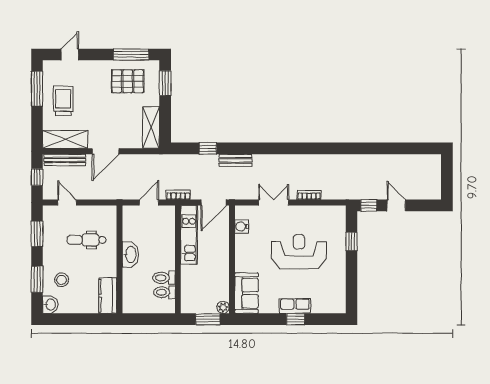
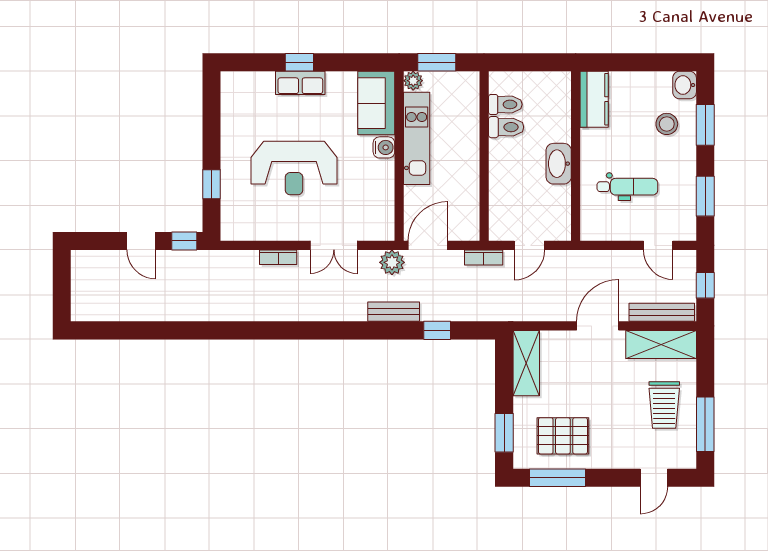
plant: (237, 192) -> (392, 262), added
water cooler: (242, 227) -> (384, 147), moved
kitchen unit: (189, 235) -> (417, 138), moved, turned 180

